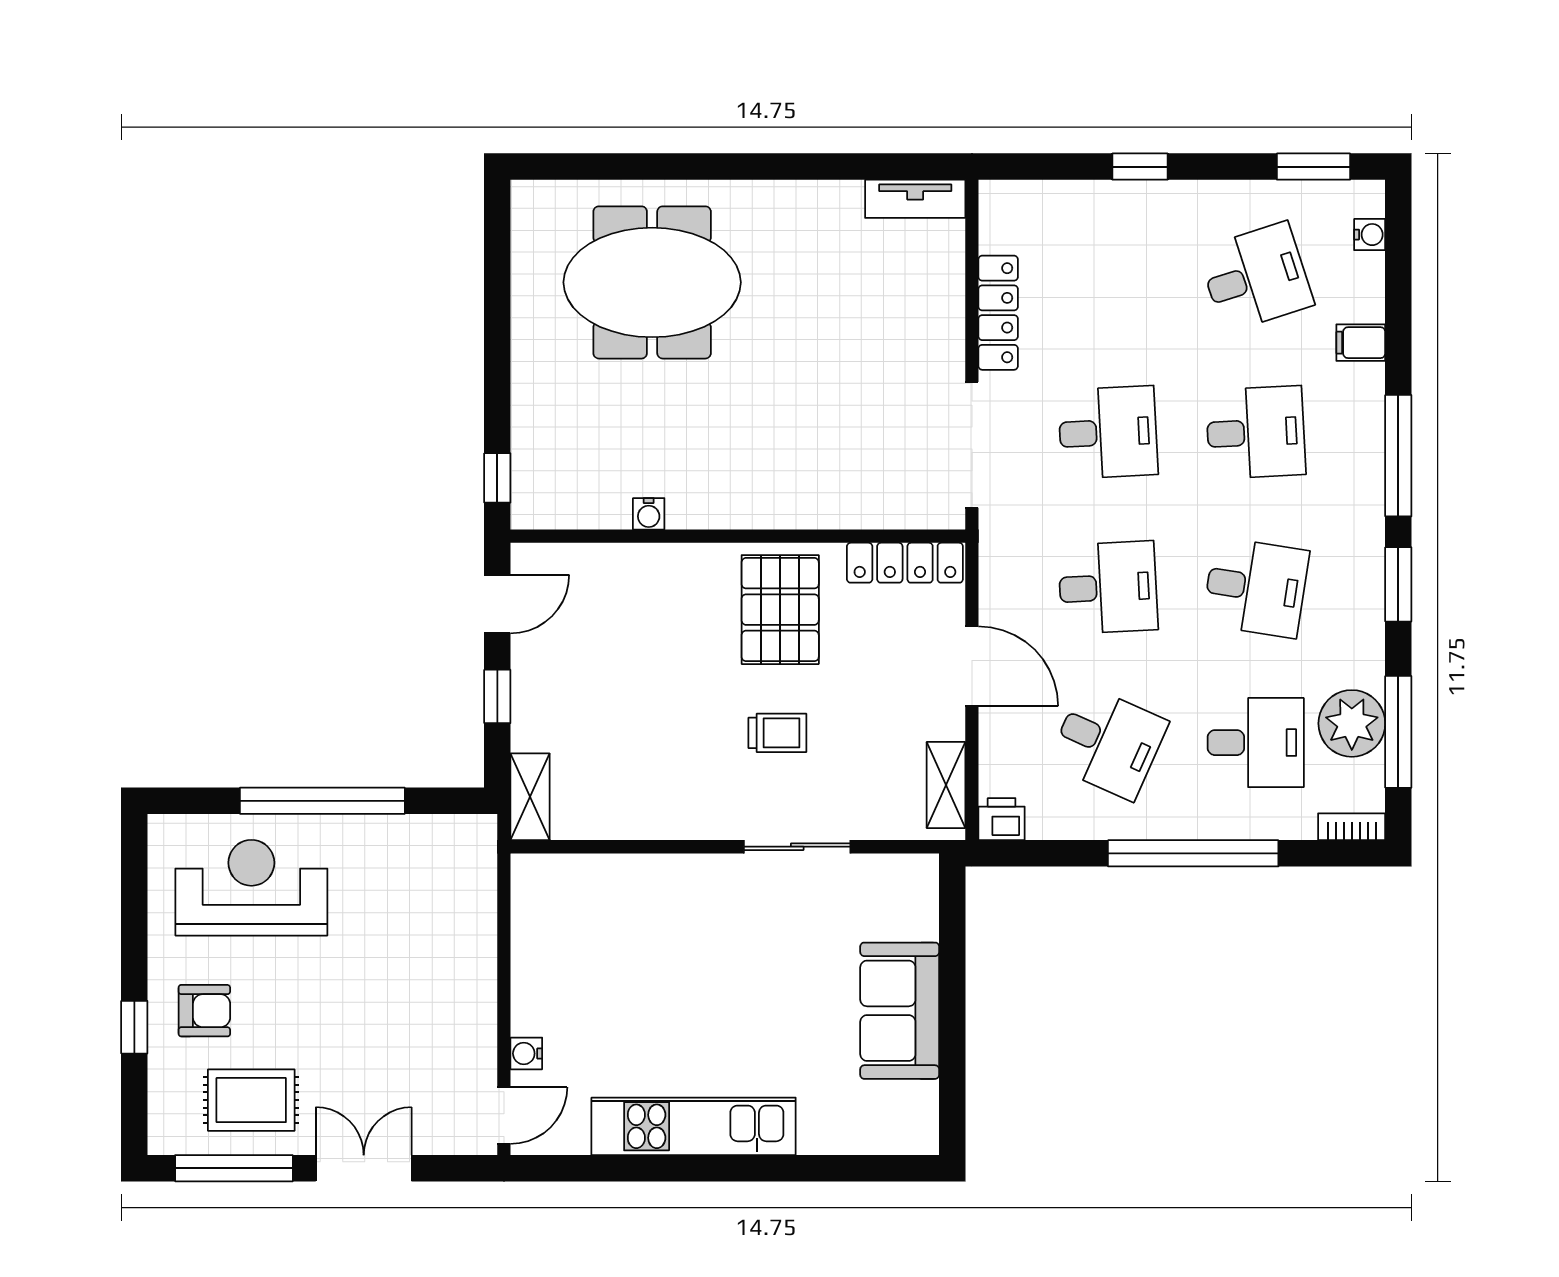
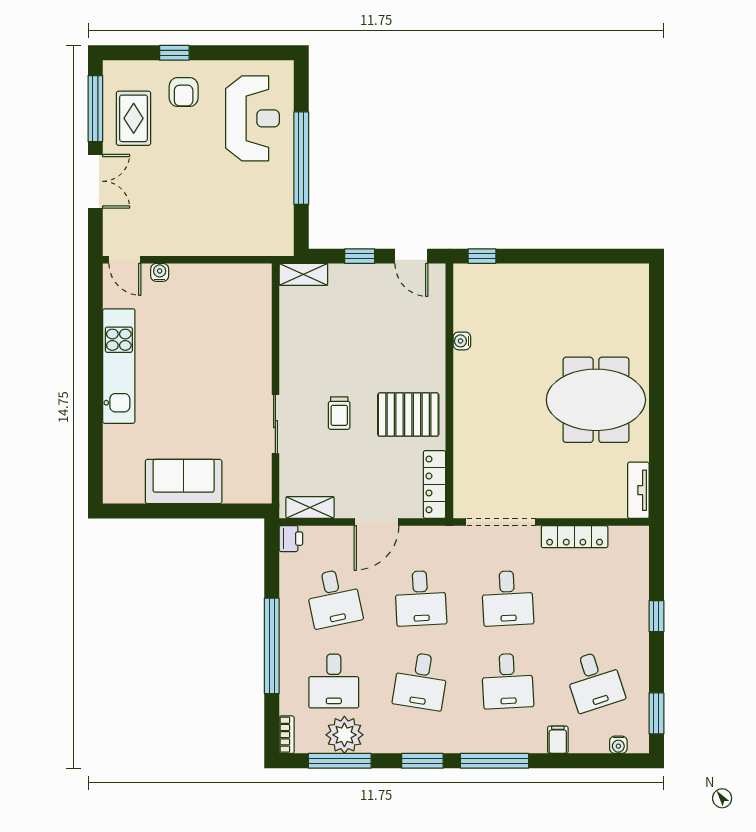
meeting table: (652, 282) -> (596, 400), moved, turned 90
desk: (1108, 743) -> (334, 598), turned -36

